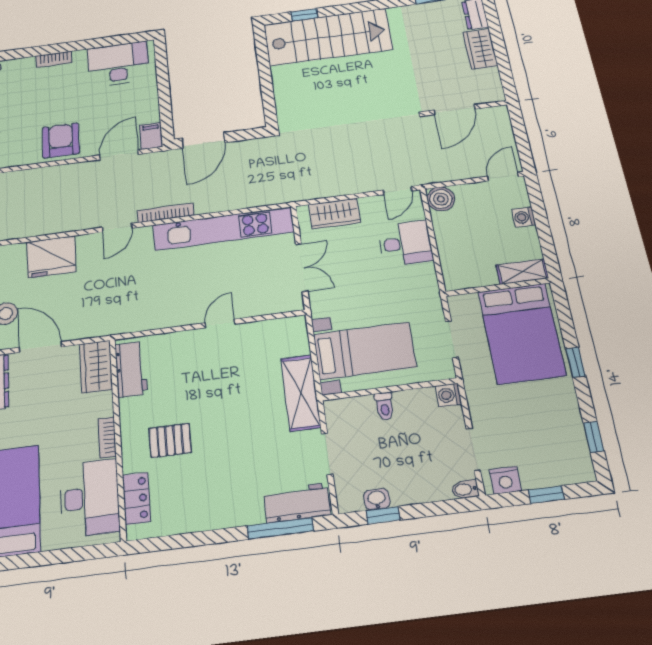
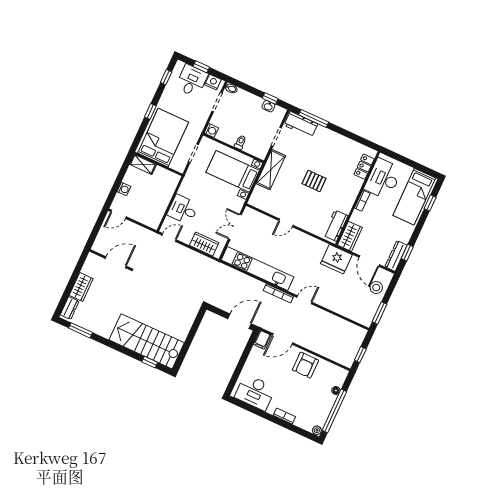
boiler: (441, 199) -> (153, 221), removed
fridge: (51, 257) -> (336, 259), moved, turned 180
pallet: (170, 440) -> (314, 181), moved
desk: (545, 459) -> (192, 81), added

